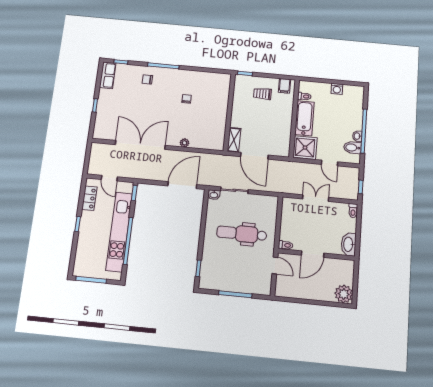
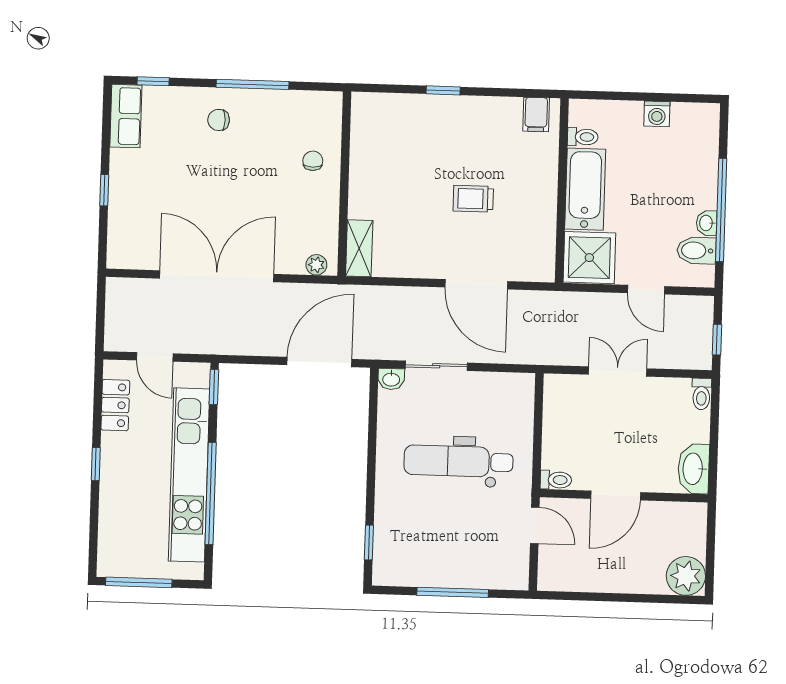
trolley: (262, 94) -> (473, 199), moved
wall: (229, 112) -> (344, 184), moved
shelving: (234, 140) -> (359, 248), moved

